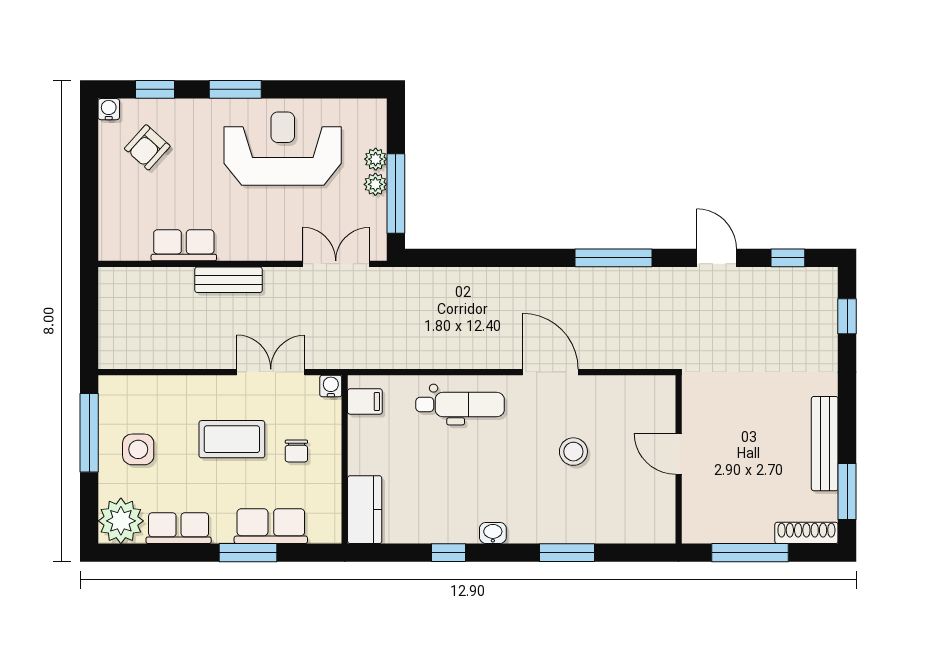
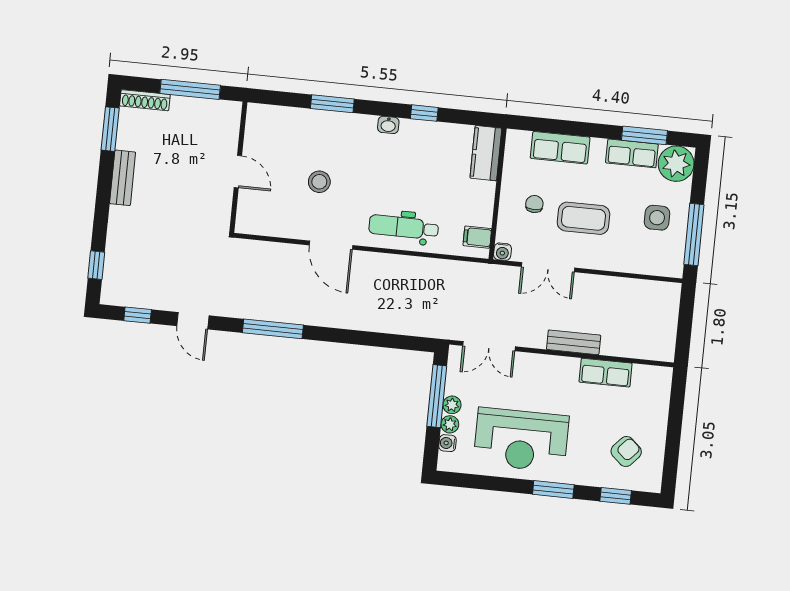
water cooler: (109, 109) -> (447, 443), moved, turned 90
bench: (825, 444) -> (123, 178), width x0.73
window: (248, 553) -> (644, 135), moved

